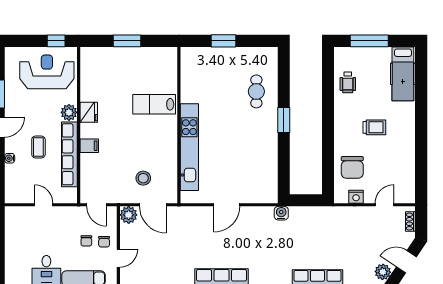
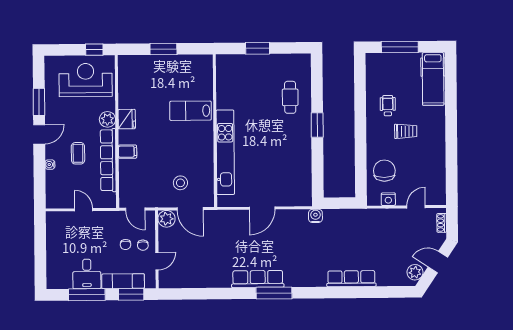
wheelchair: (348, 82) -> (388, 106), moved, turned 180
chair: (352, 167) -> (384, 171), turned 180

